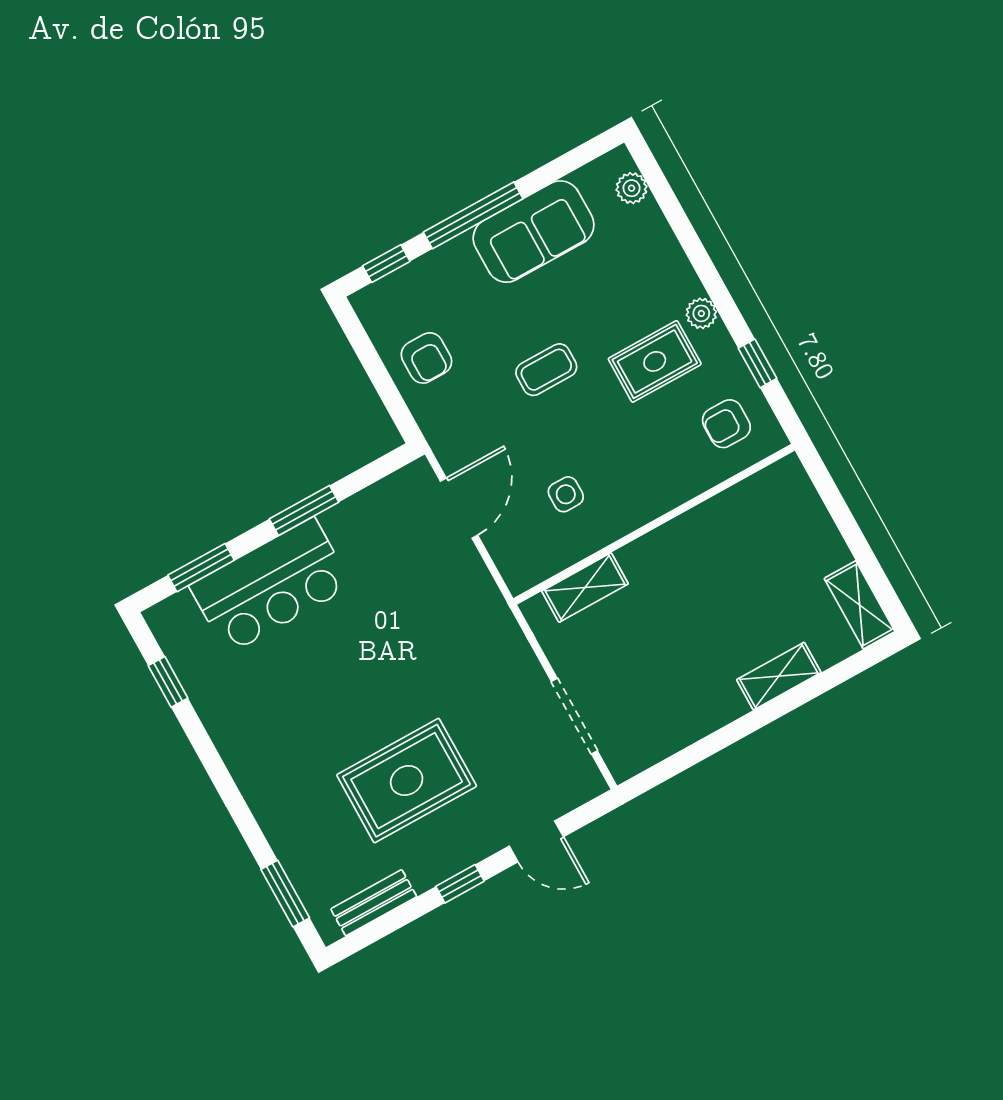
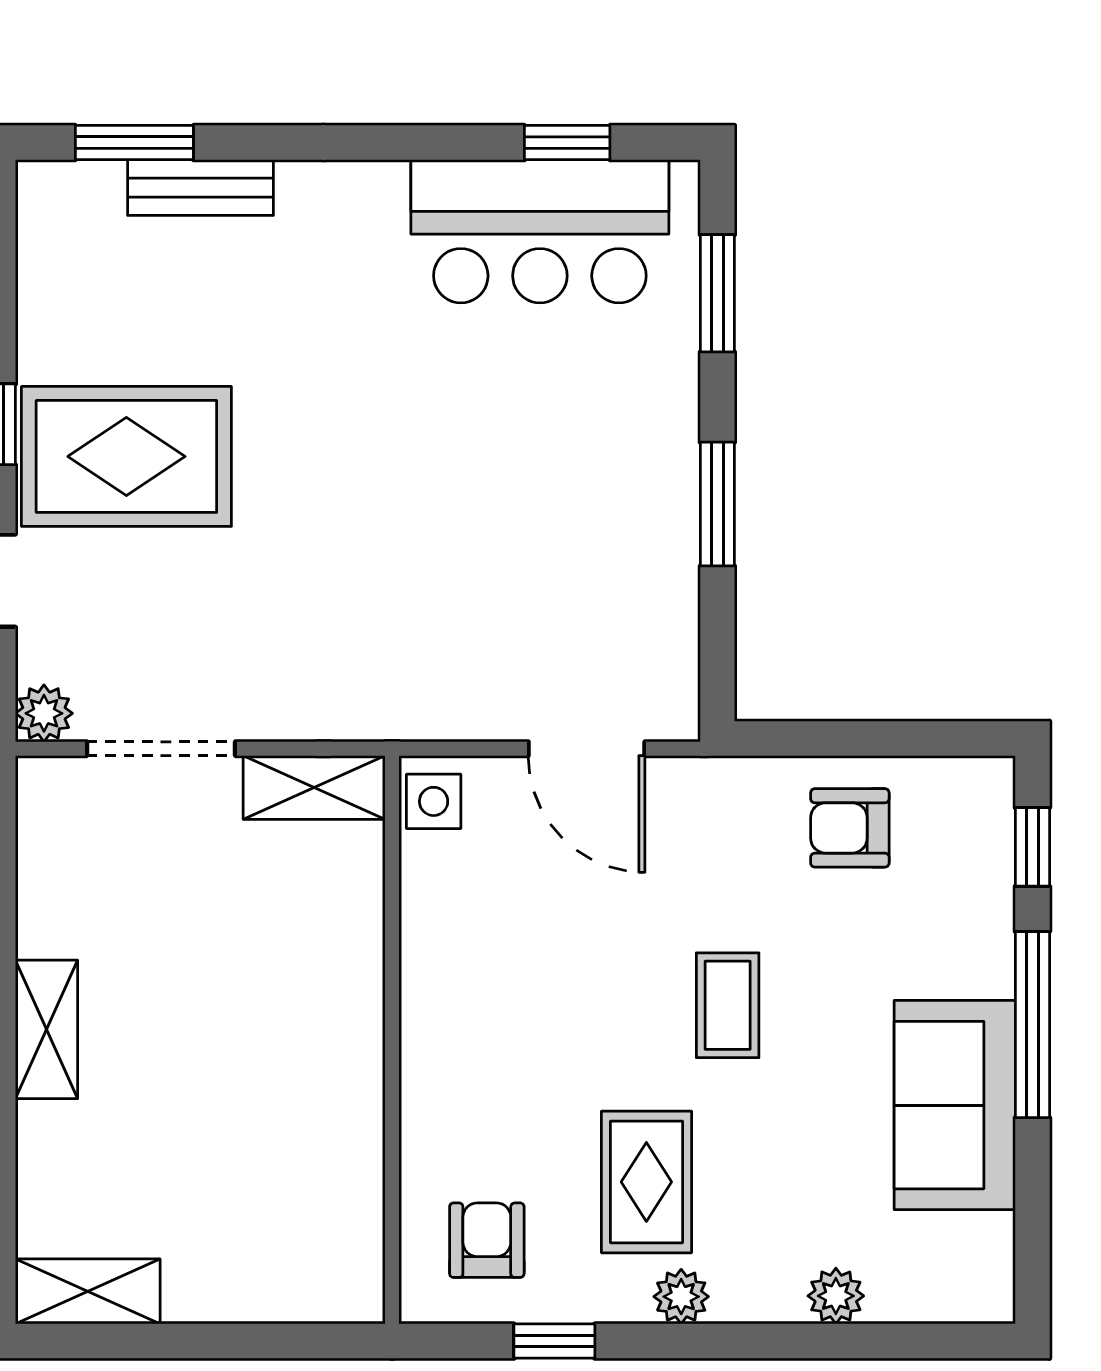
plant: (632, 188) -> (836, 1296), moved
side table: (566, 494) -> (434, 801), moved
bar counter: (271, 586) -> (540, 231), moved, turned -90
shelving: (585, 587) -> (314, 787), moved, turned 90
shelving: (779, 676) -> (47, 1029), moved
rug: (407, 781) -> (126, 456), moved, turned 90
plant: (589, 783) -> (44, 713), added
bench: (374, 903) -> (200, 188), moved, turned 90

